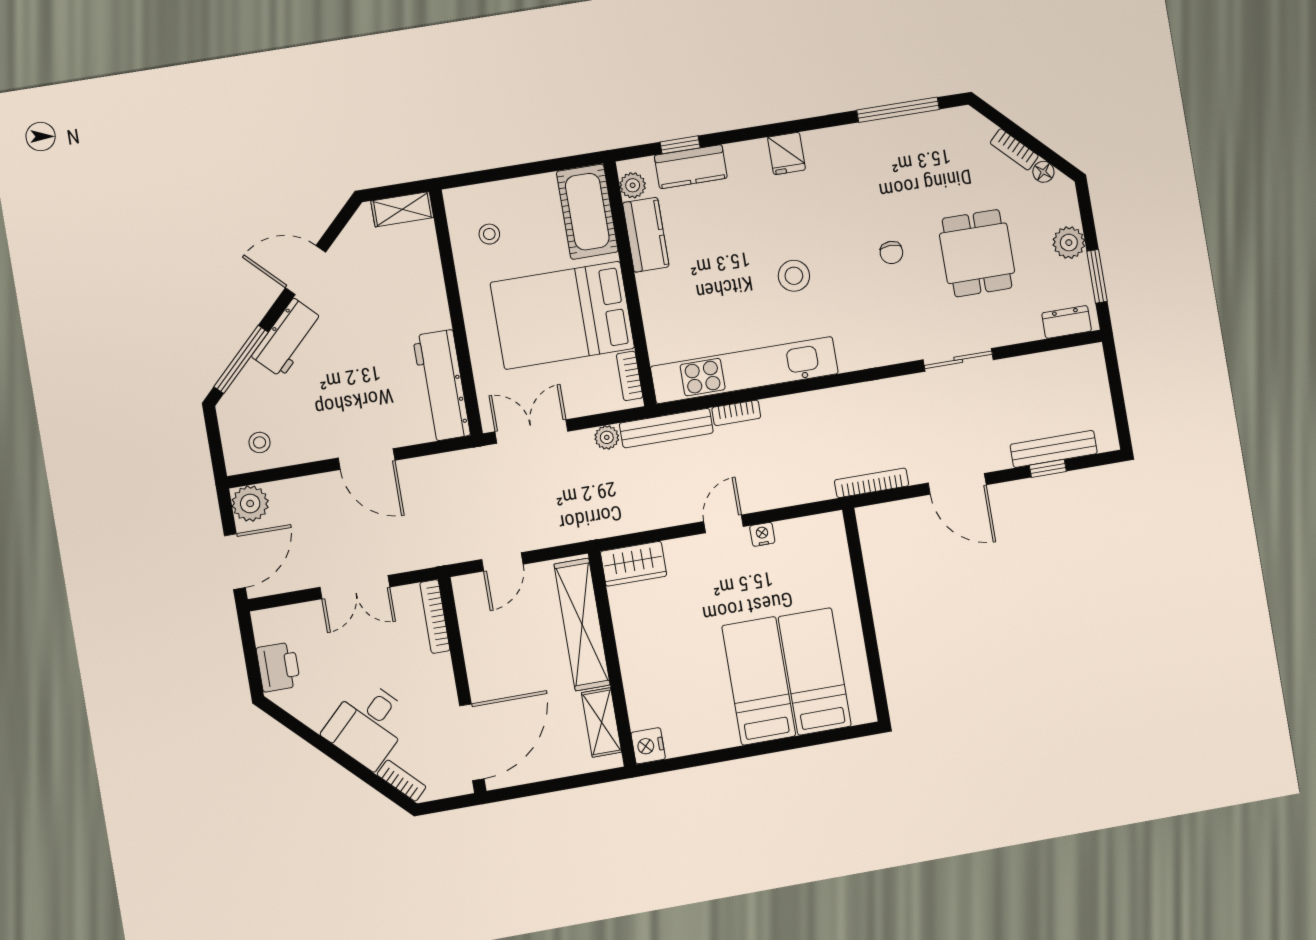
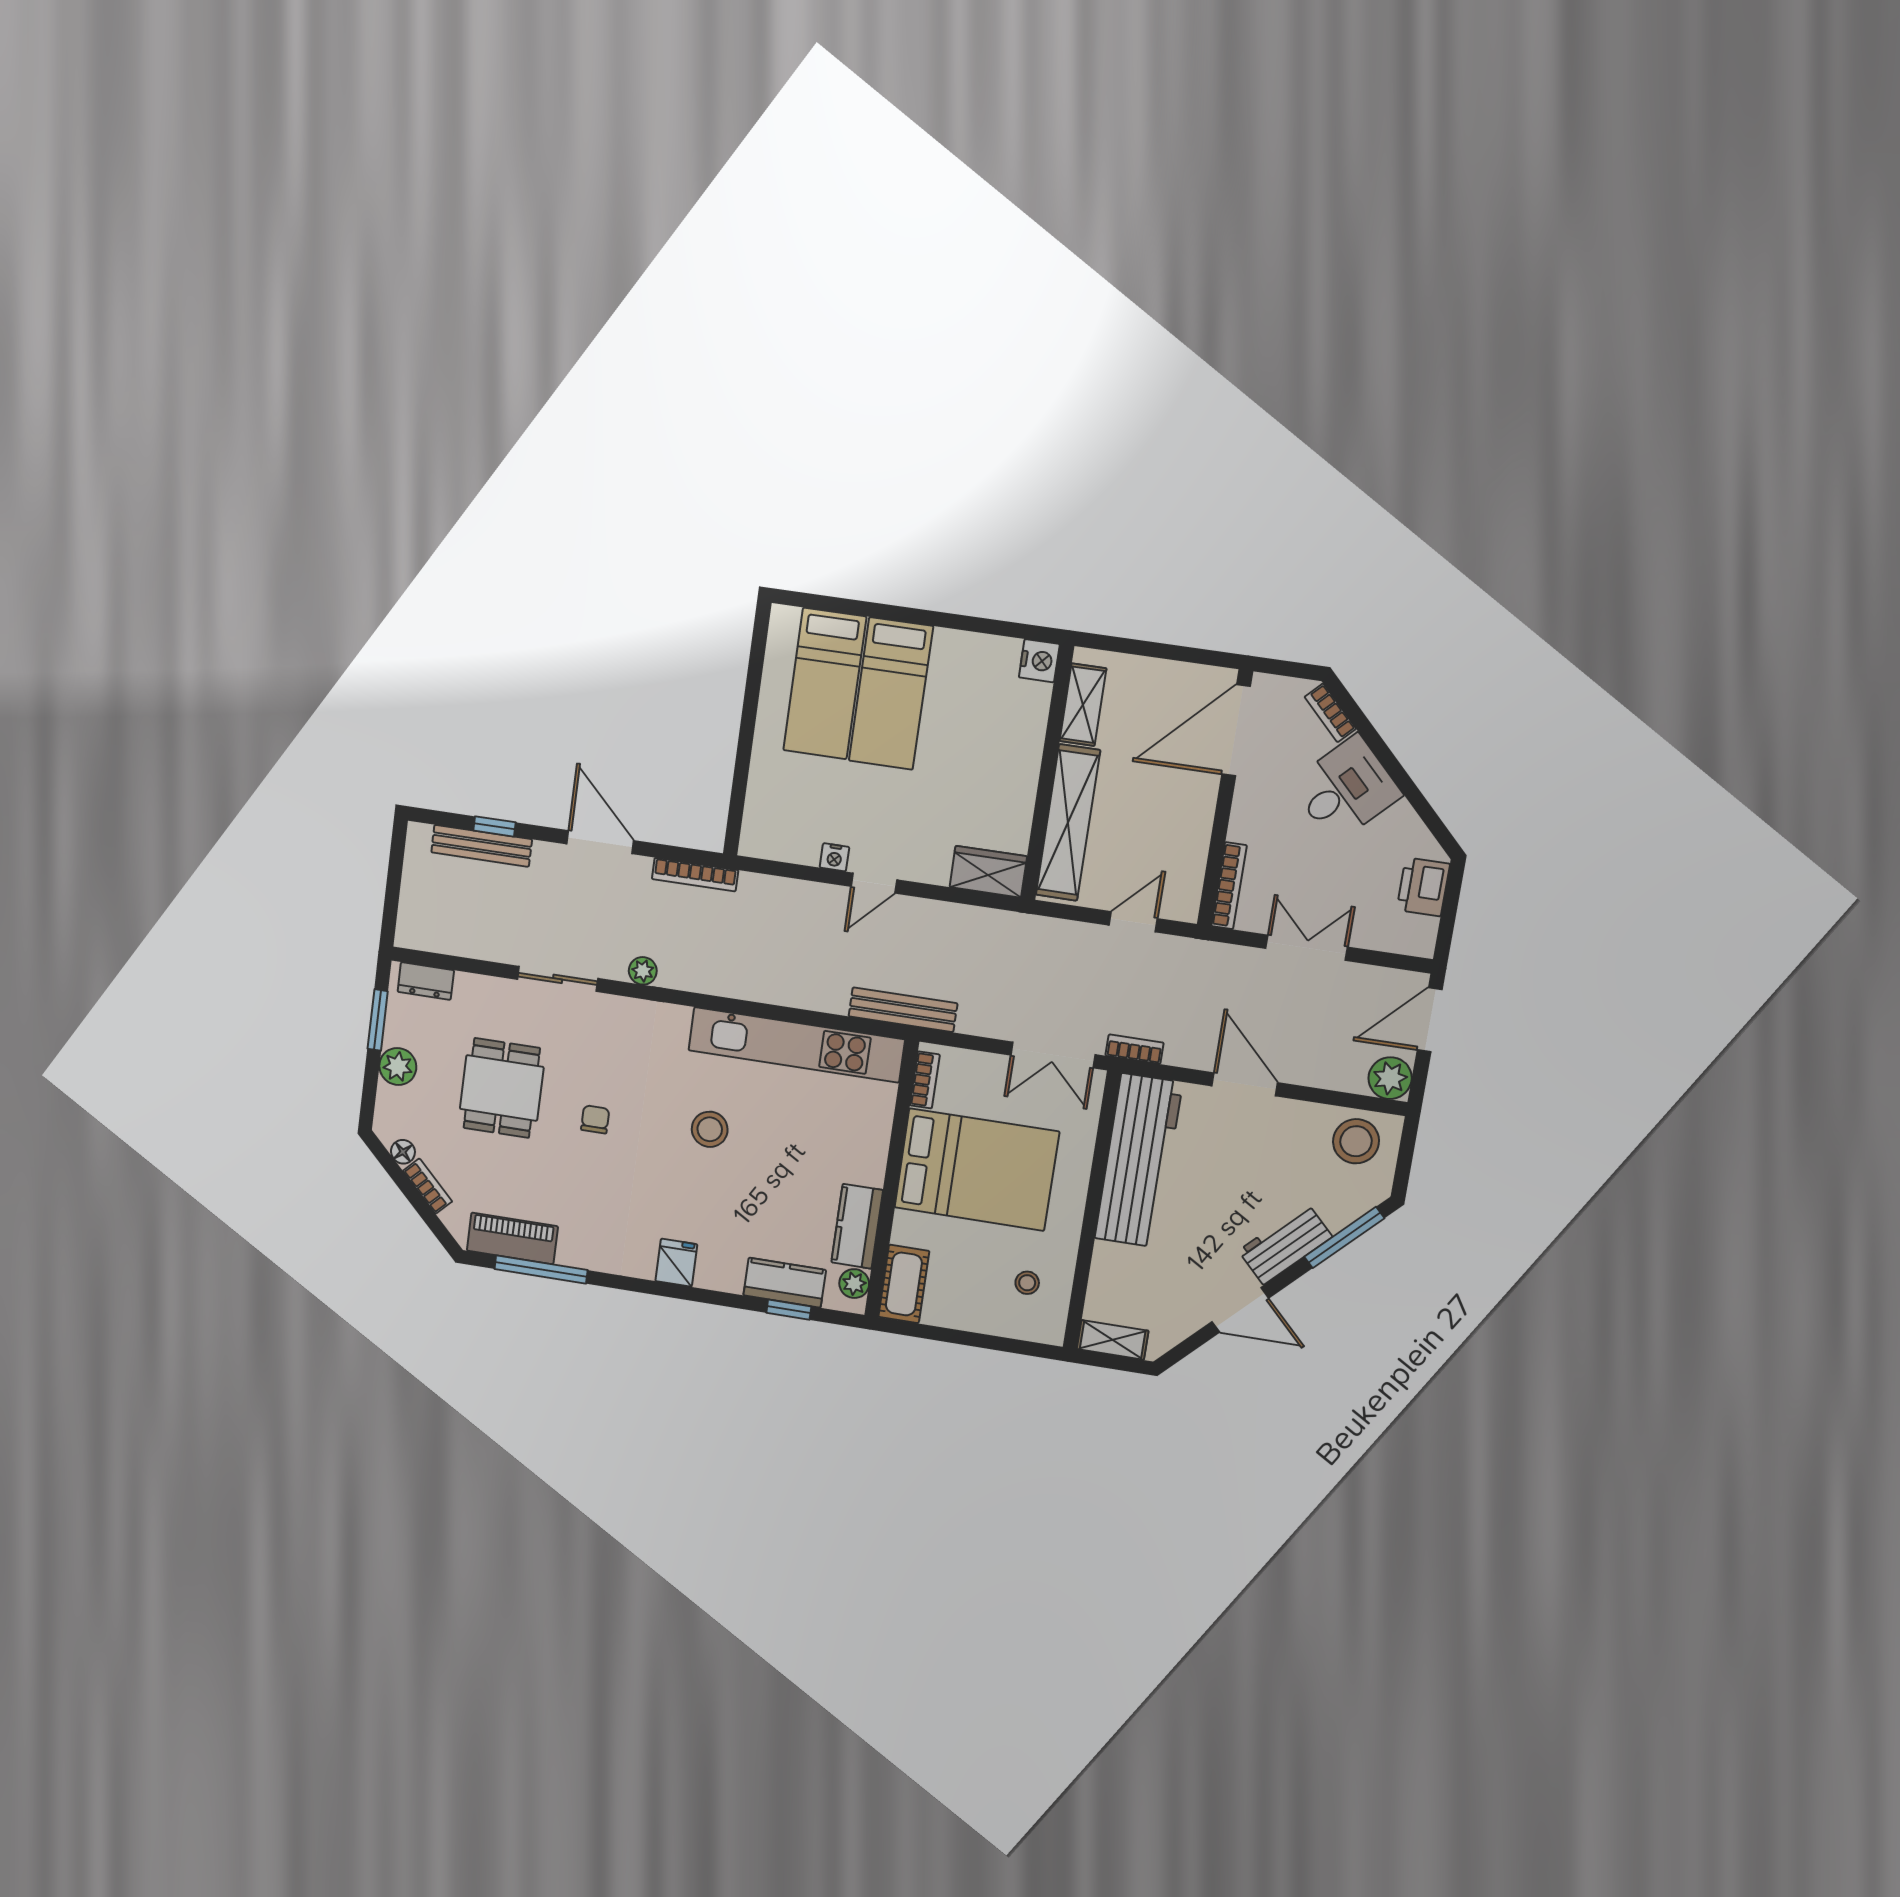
piano: (930, 128) -> (512, 1238), added
cot: (587, 212) -> (904, 1284), width x0.73, depth x0.75
workbench: (442, 386) -> (1139, 1161), width x1.36, depth x1.32
bookcase: (736, 413) -> (1135, 1049), moved
plant: (607, 437) -> (643, 971), moved
stool: (260, 442) -> (1356, 1141), width x1.89, depth x1.89

